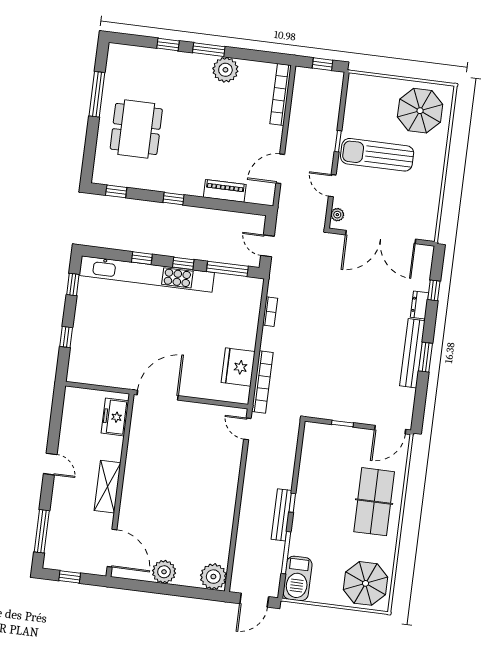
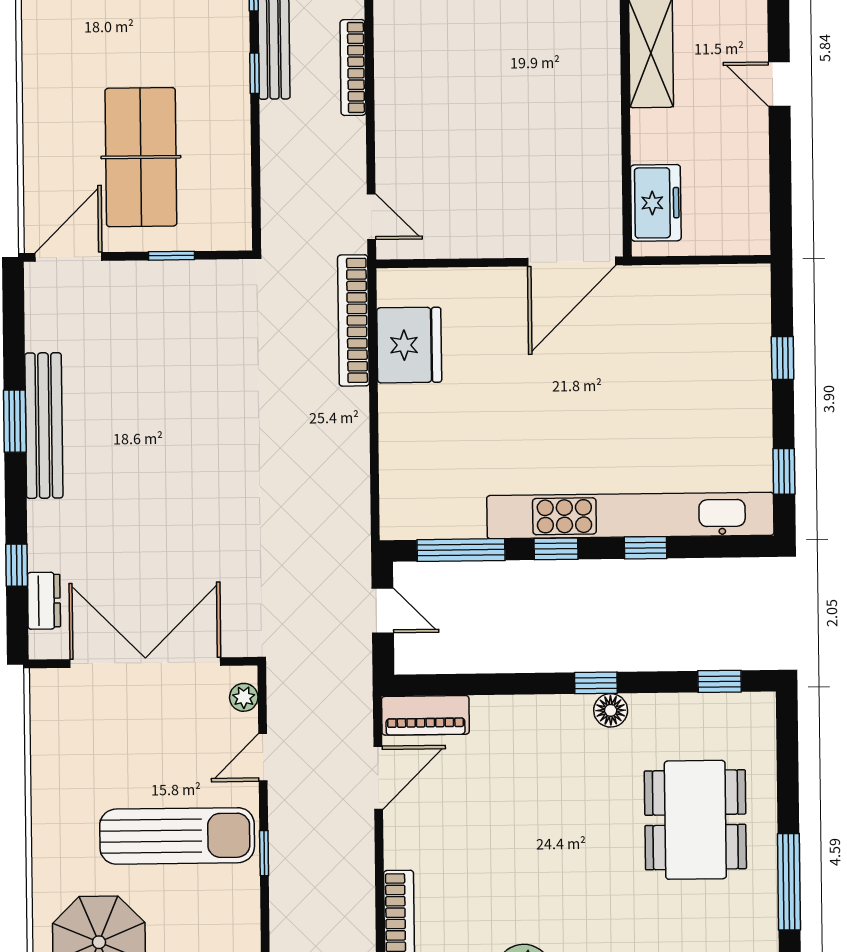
floor lamp: (168, 185) -> (611, 710), added
door: (332, 186) -> (263, 757), swing flipped
piano: (225, 191) -> (425, 715), moved
dresser: (419, 305) -> (44, 601), moved
bookcase: (270, 312) -> (353, 68), moved, width x1.56
table tennis table: (374, 502) -> (141, 157), moved

